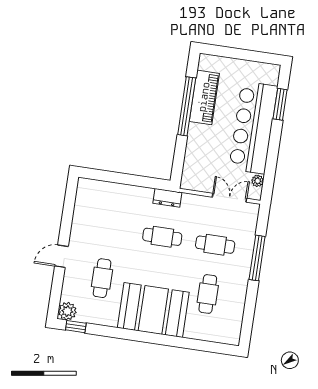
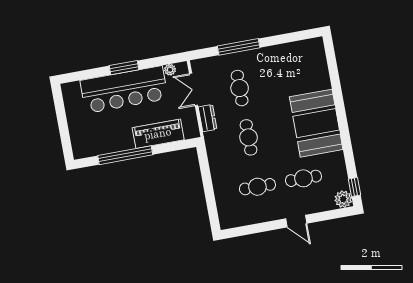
piano: (204, 97) -> (158, 134), moved
window: (280, 104) -> (124, 68), moved
dresser: (167, 198) -> (208, 118), moved
cafe table: (208, 294) -> (257, 187), moved

